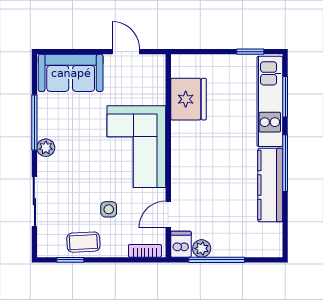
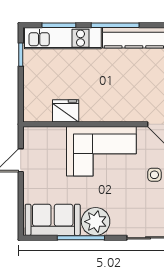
sofa: (71, 73) -> (53, 220), moved, turned -90
fridge: (188, 99) -> (66, 111), width x0.73, depth x0.75
plant: (46, 148) -> (96, 222), width x1.88, depth x1.88

